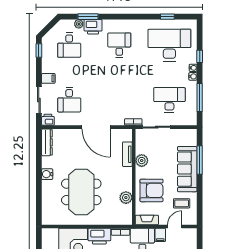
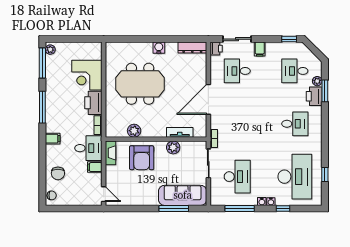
sofa: (187, 169) -> (183, 195), moved
coffee table: (182, 203) -> (128, 189), removed
door: (175, 226) -> (104, 194), moved

